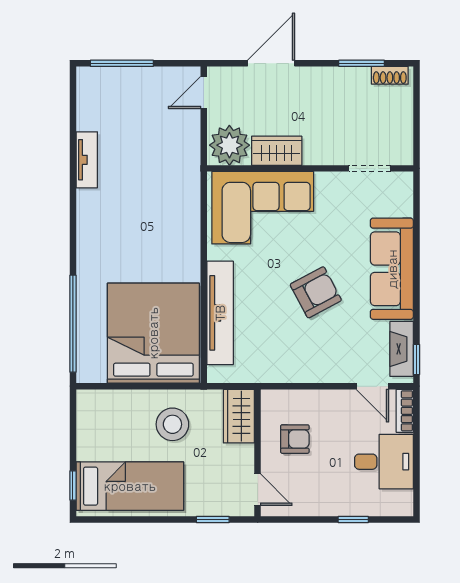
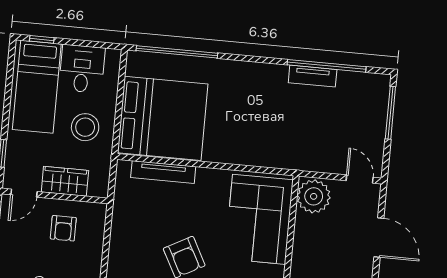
window: (73, 144) -> (327, 66), added
wardrobe: (277, 151) -> (305, 235), removed
tv unit: (220, 313) -> (163, 172), width x0.73, depth x0.78
wardrobe: (239, 416) -> (65, 181), moved
desk: (103, 434) -> (82, 69), added

